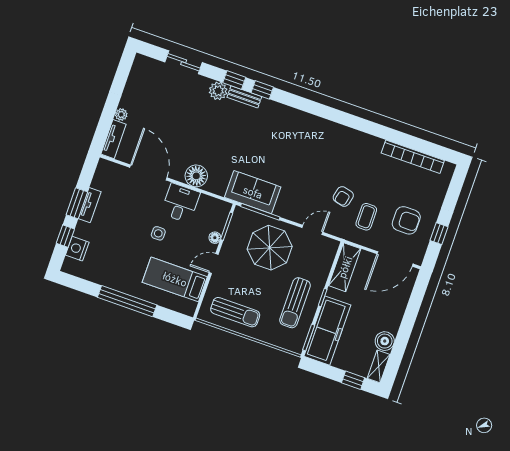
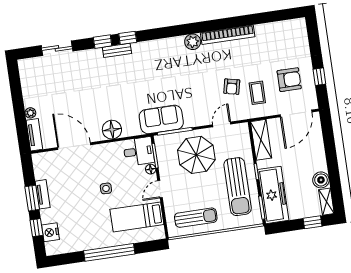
plant: (218, 91) -> (193, 42), moved
bookcase: (413, 157) -> (228, 35), moved
desk: (180, 203) -> (139, 151), moved, turned 90
sun lounger: (295, 303) -> (238, 187), width x1.36, depth x1.34

